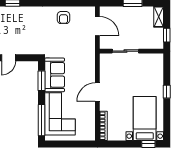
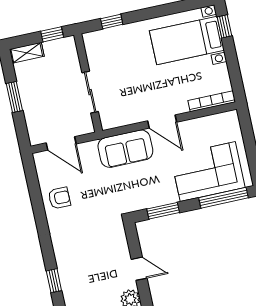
door: (97, 26) -> (61, 143), swing flipped
sofa: (55, 75) -> (125, 149), moved, turned 180
window: (167, 92) -> (112, 21), moved

